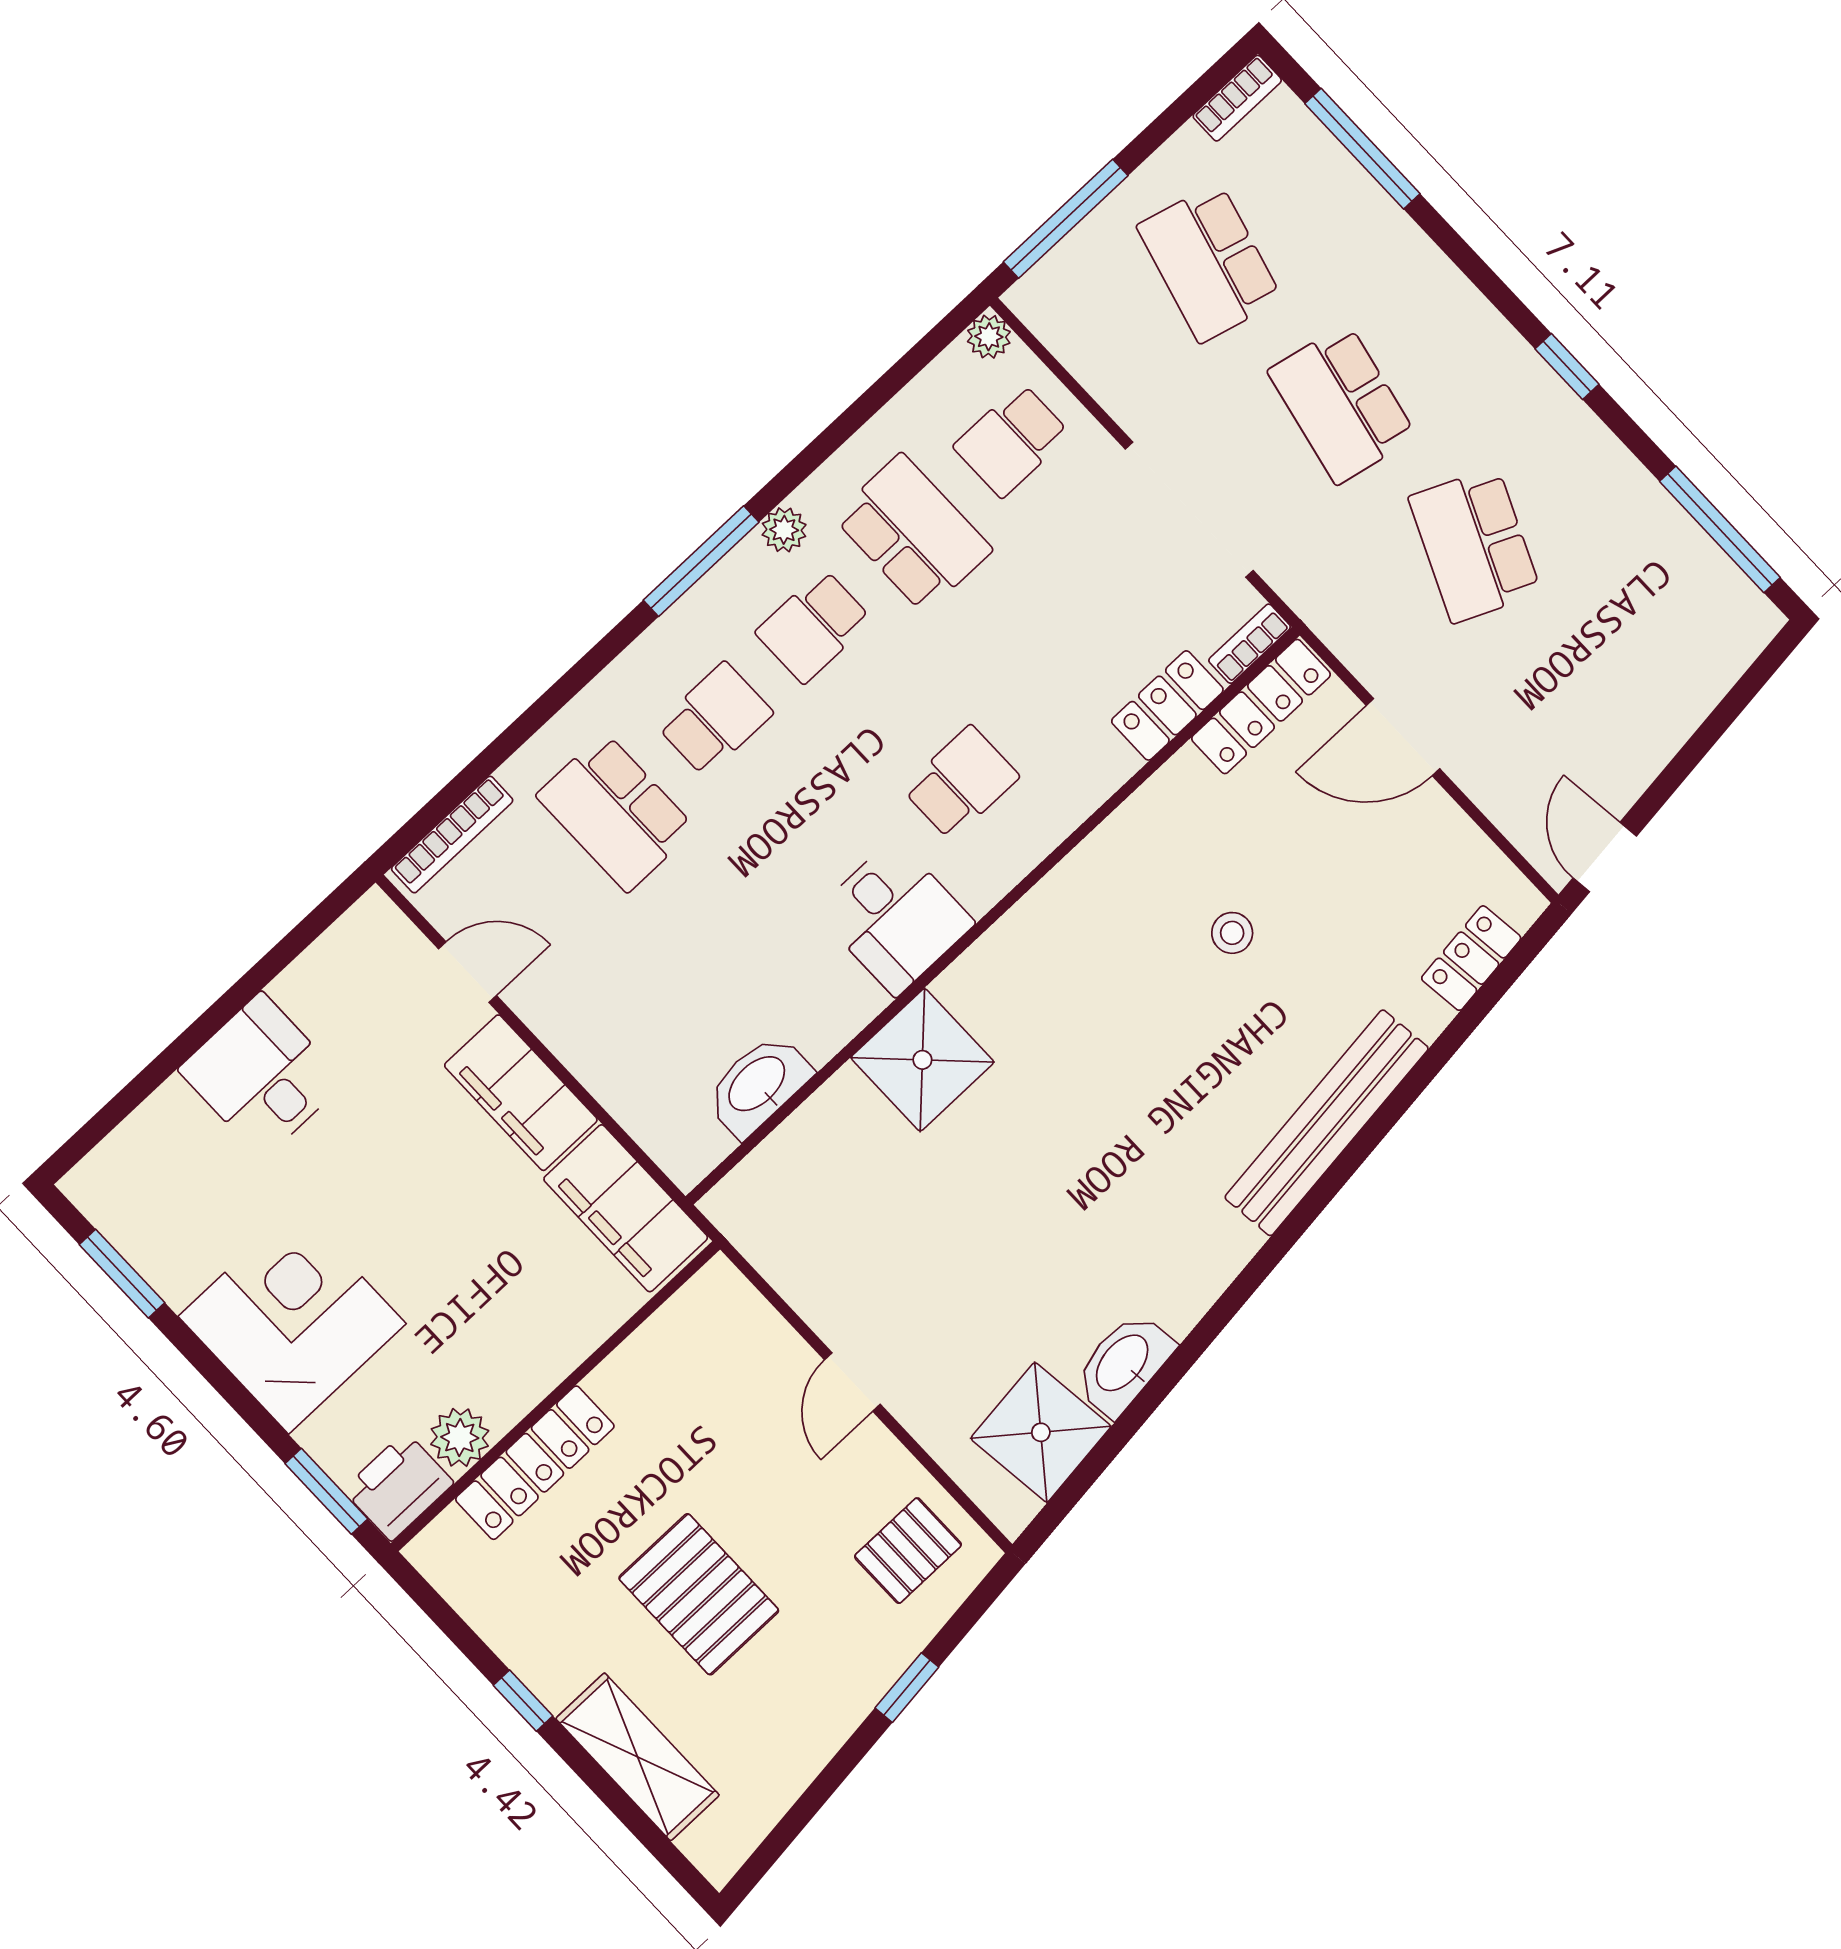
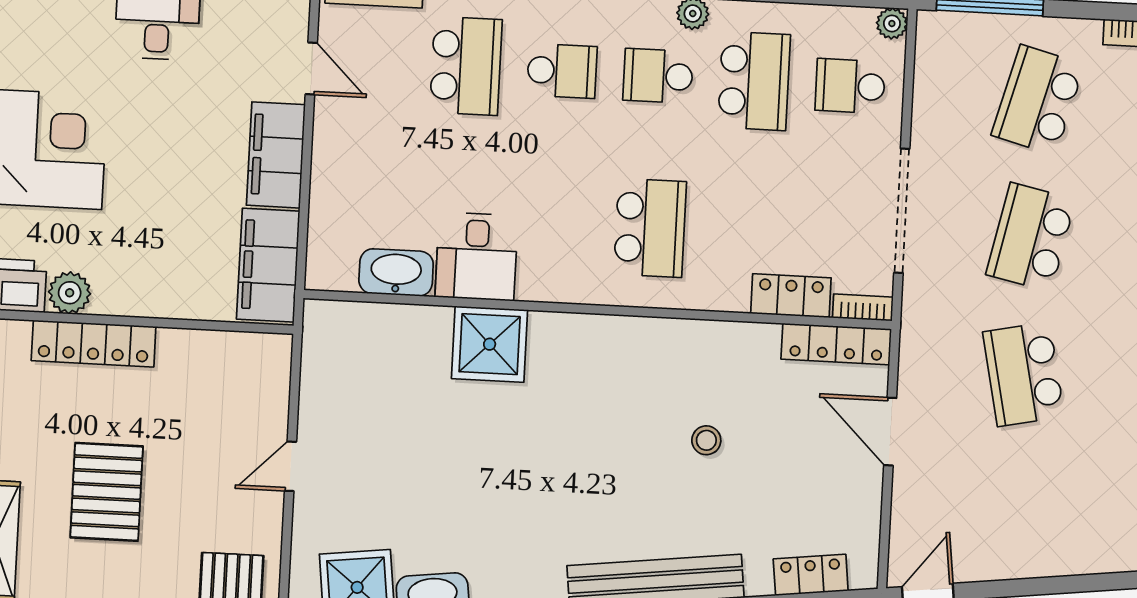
school desk: (1475, 545) -> (1024, 374), turned -36
school desk: (961, 783) -> (650, 228), width x1.85
school desk: (616, 812) -> (466, 66), turned 180
desk: (895, 917) -> (476, 256), moved

